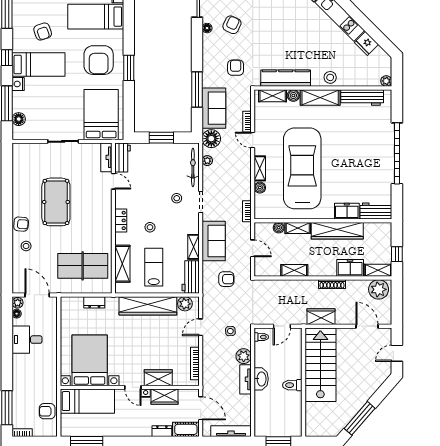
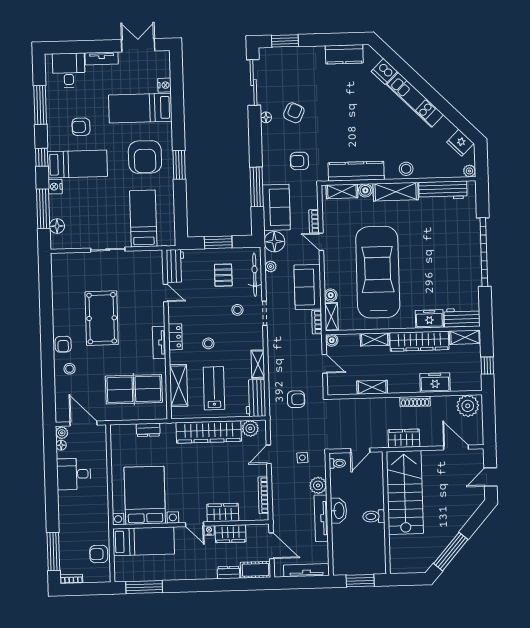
armchair: (43, 32) -> (81, 127), turned 109
fridge: (367, 43) -> (460, 143), moved
armchair: (236, 68) -> (299, 161), turned -90
bed: (101, 115) -> (143, 219), width x0.67
tv unit: (106, 157) -> (159, 342), moved
pallet: (165, 167) -> (223, 275), added
shelving: (260, 168) -> (331, 317), moved
armchair: (21, 224) -> (63, 344), turned 85
boiler: (279, 228) -> (332, 340), moved
sofa: (214, 241) -> (308, 287), moved, turned 180
shelving: (378, 270) -> (465, 337), moved
tv unit: (246, 379) -> (321, 518), width x1.41

